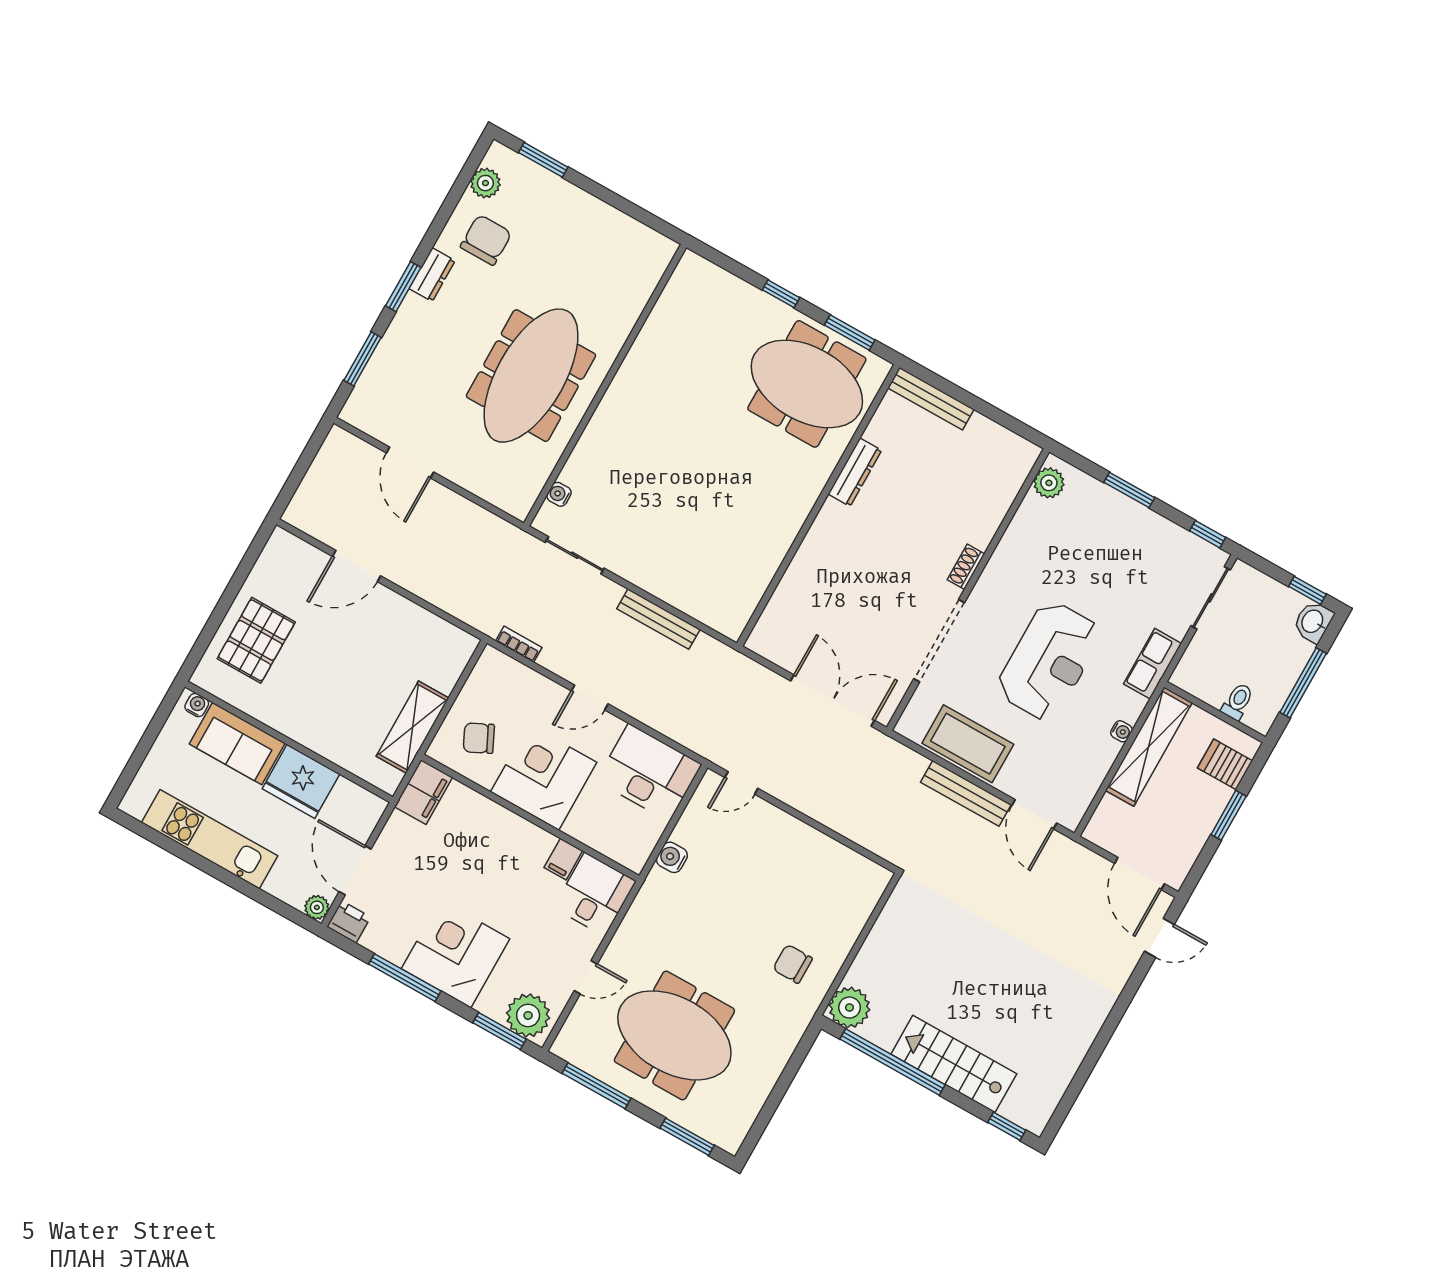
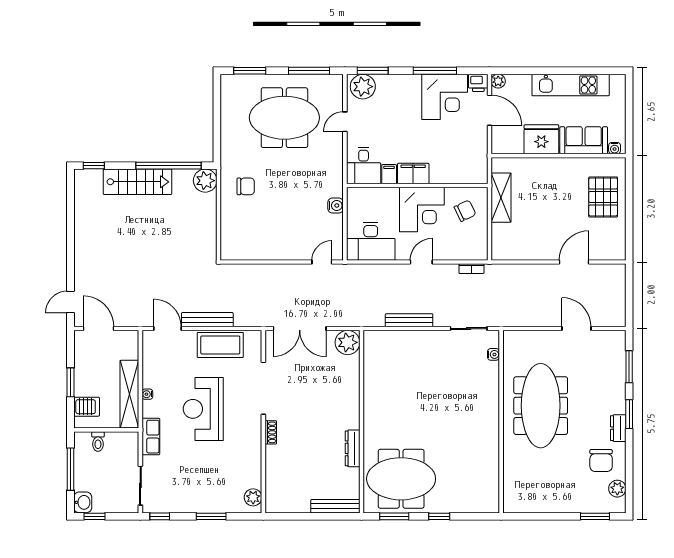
plant: (771, 638) -> (348, 342), added
filing cabinet: (423, 792) -> (413, 174), moved, turned 90
corner desk: (455, 954) -> (445, 97), moved

